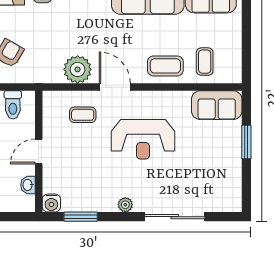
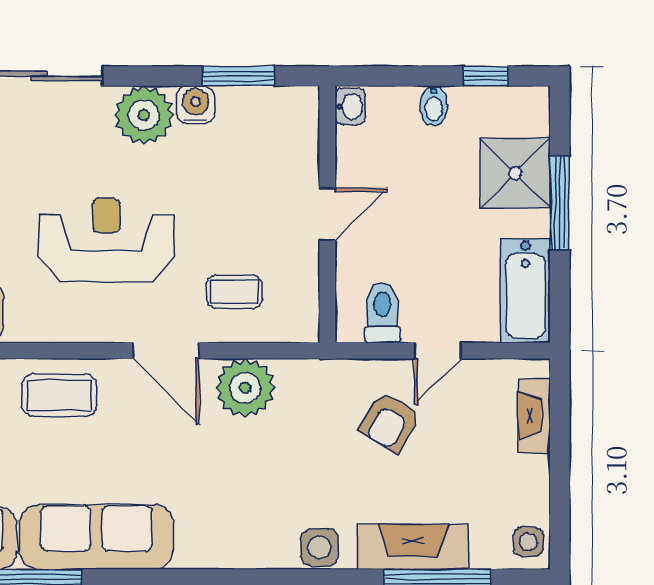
washbasin: (28, 185) -> (350, 107), moved
water cooler: (51, 203) -> (196, 105), moved
plant: (125, 205) -> (144, 115), width x1.87, depth x1.87

